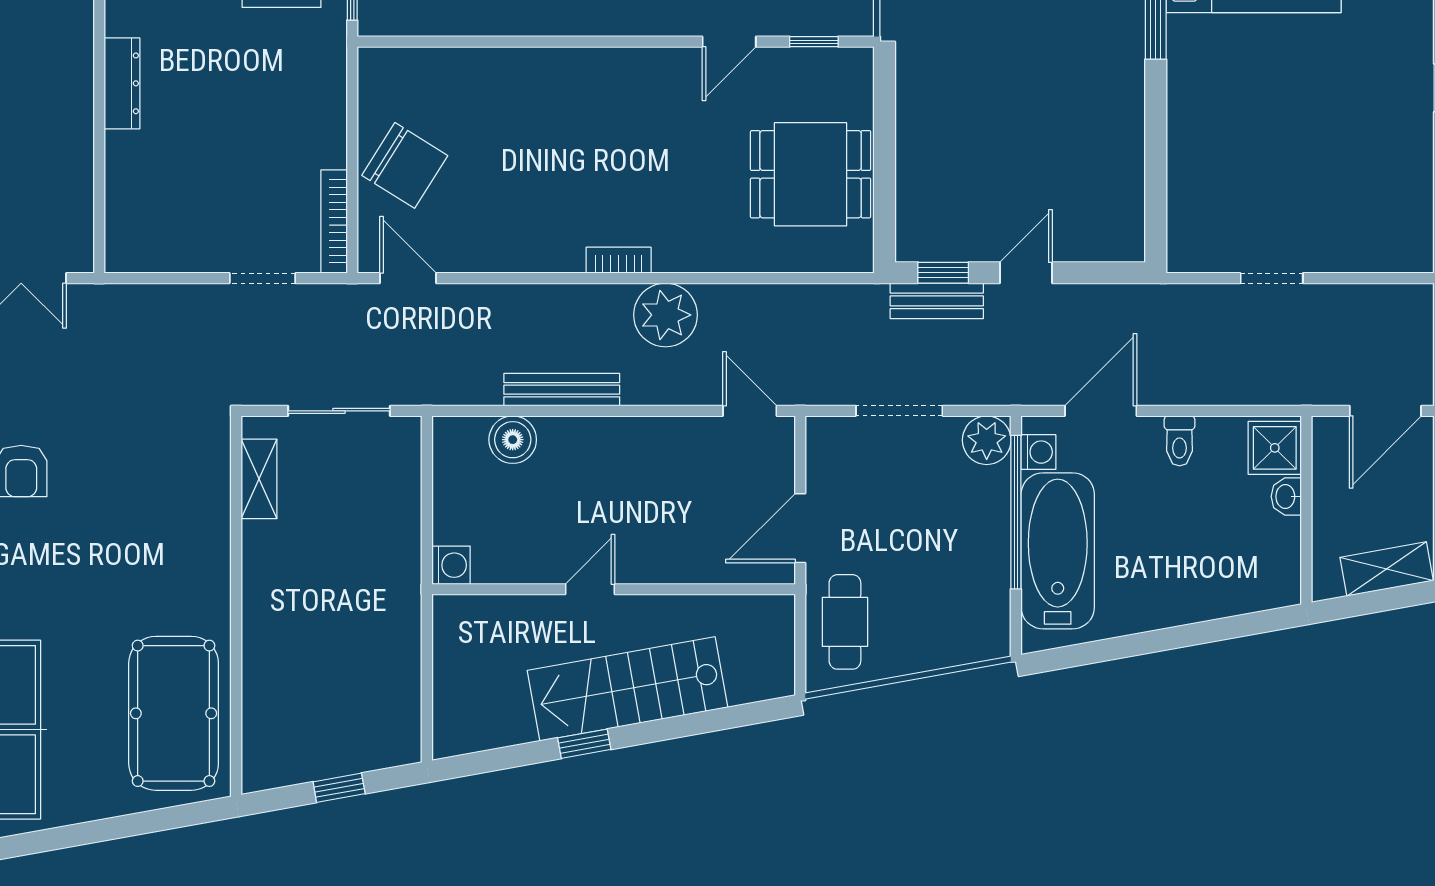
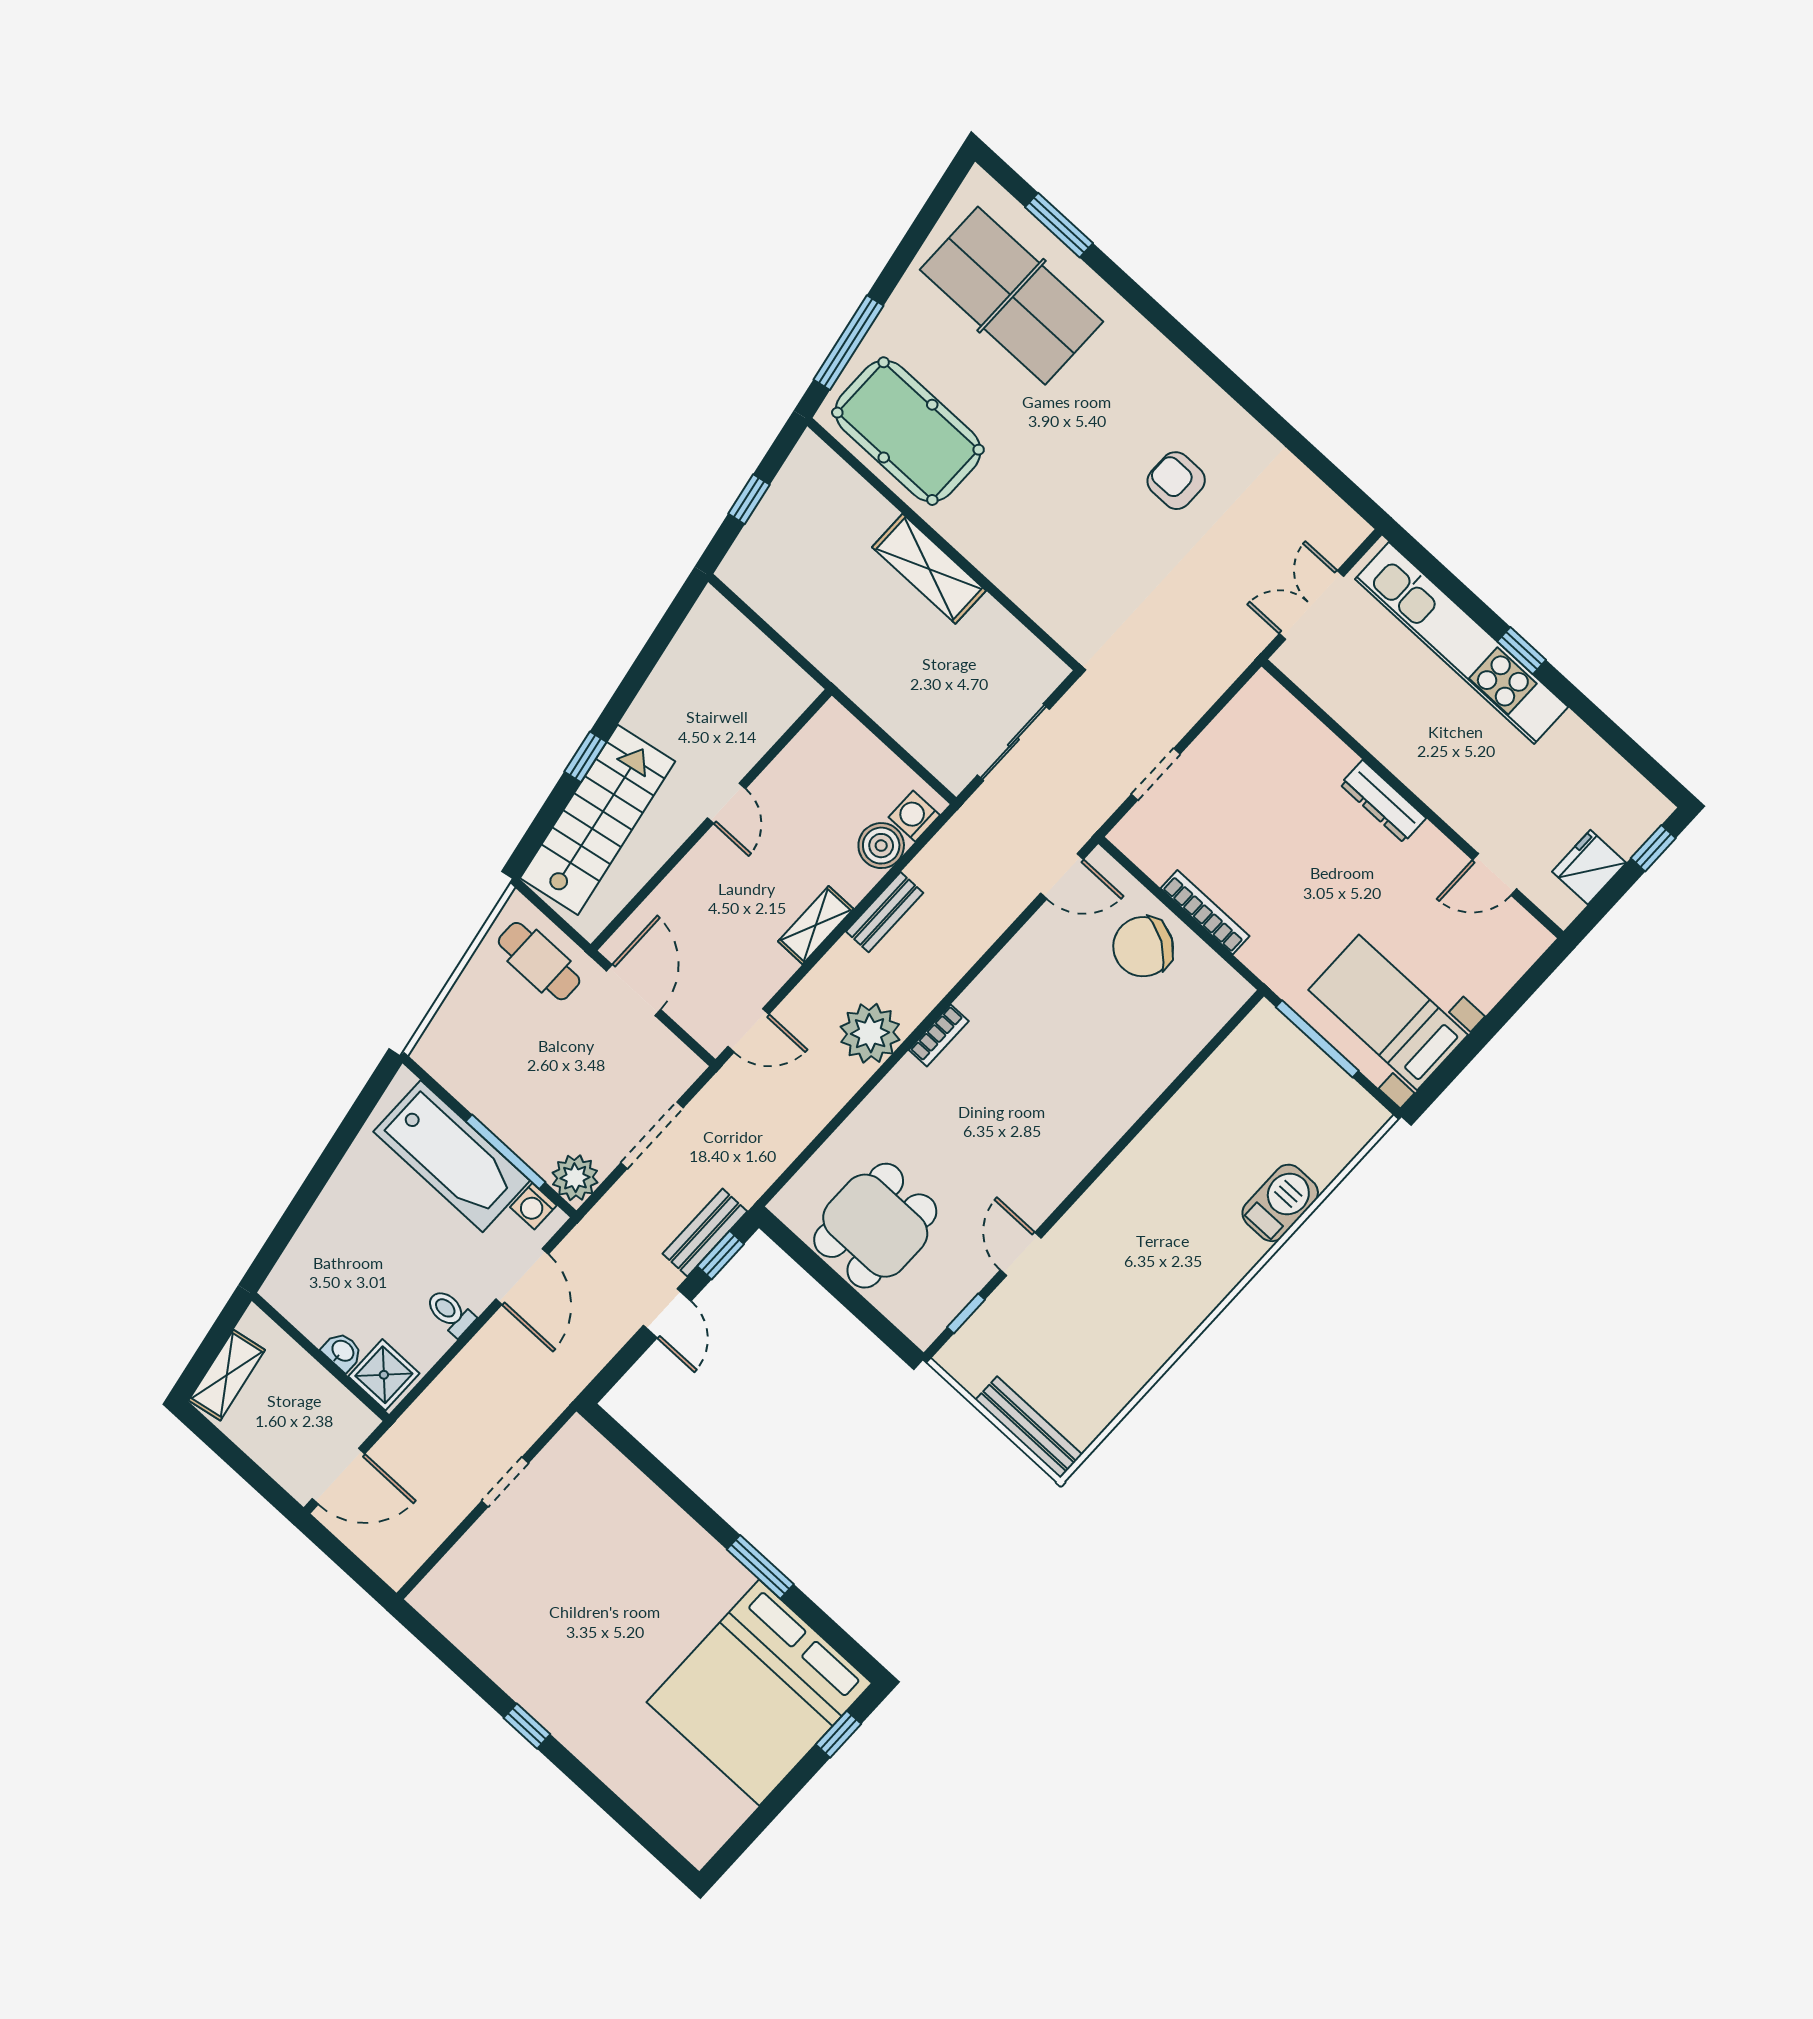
bookcase: (334, 221) -> (1205, 912), moved
bench: (562, 390) -> (885, 912), width x0.73
door: (1385, 411) -> (338, 1476), swing flipped
shelving: (621, 434) -> (816, 925), added
shelving: (259, 479) -> (929, 569), moved, width x1.50, depth x1.33
window: (1016, 512) -> (506, 1152), width x0.68
washing machine: (451, 565) -> (914, 816), moved, turned 90
stairs: (628, 689) -> (598, 820), moved
window: (584, 744) -> (585, 757), moved
window: (148, 822) -> (848, 343), added

